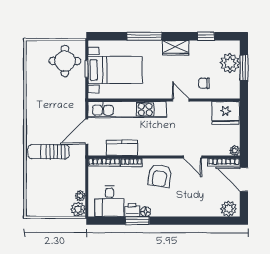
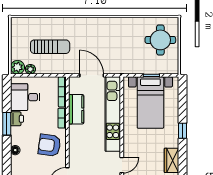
window: (145, 36) -> (183, 131), width x0.46
round table: (65, 61) -> (160, 40), moved
sun lounger: (48, 152) -> (50, 47), moved, turned 90
floor lamp: (146, 212) -> (15, 150), moved

